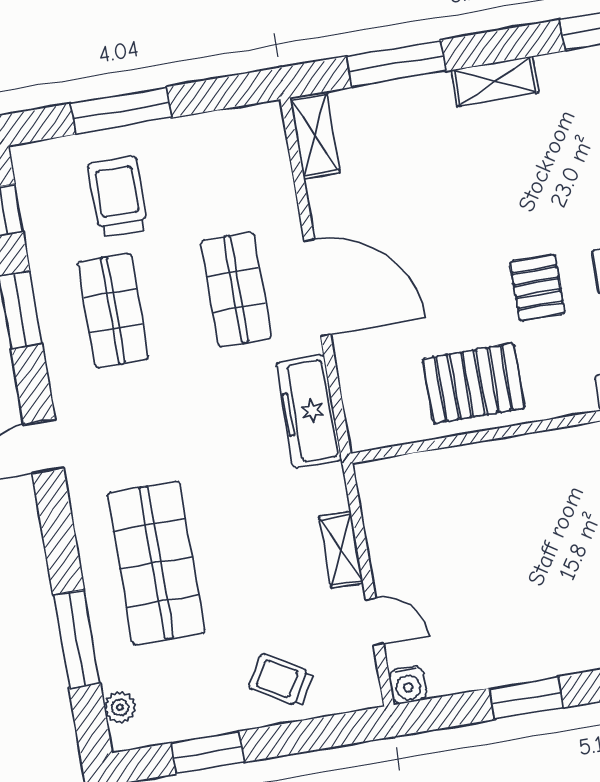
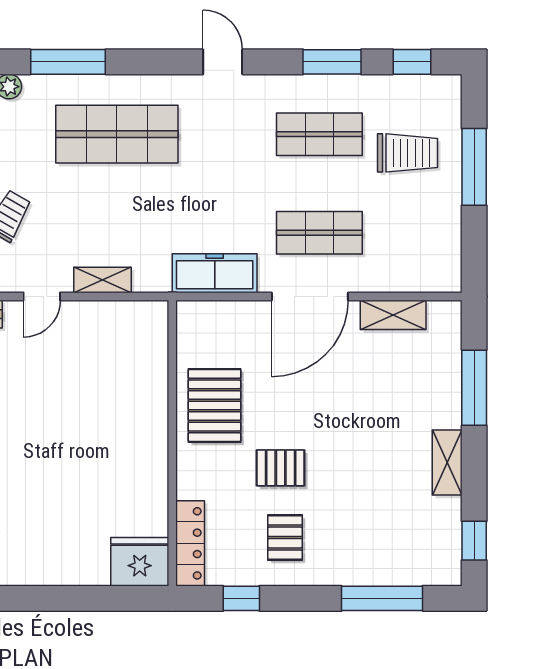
shelving: (315, 135) -> (393, 315), moved

